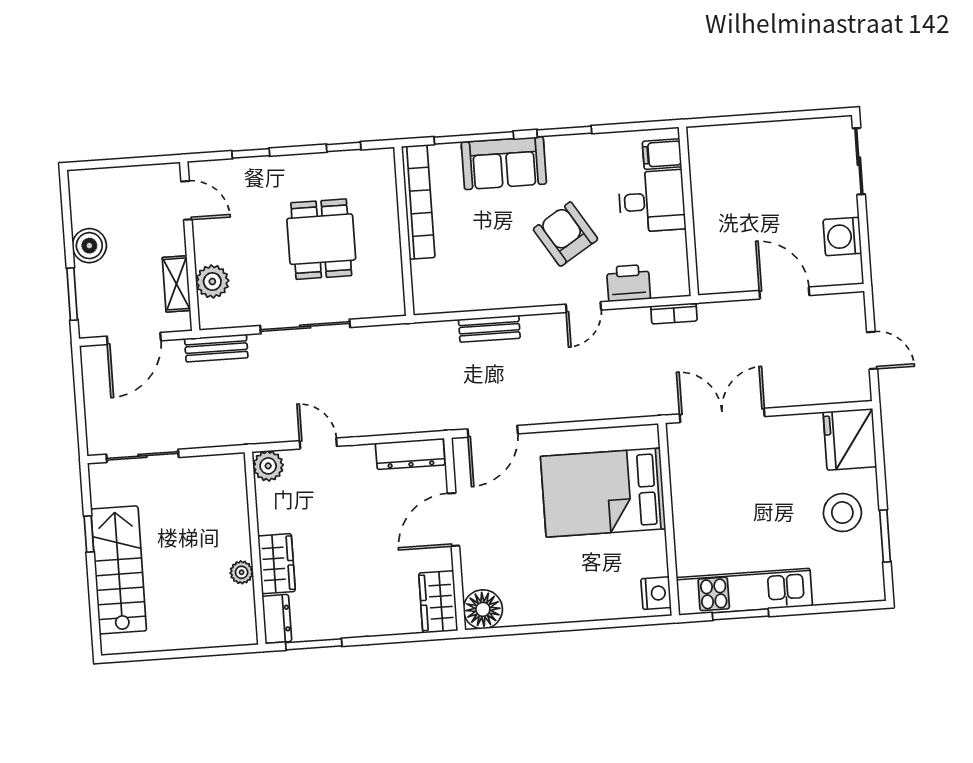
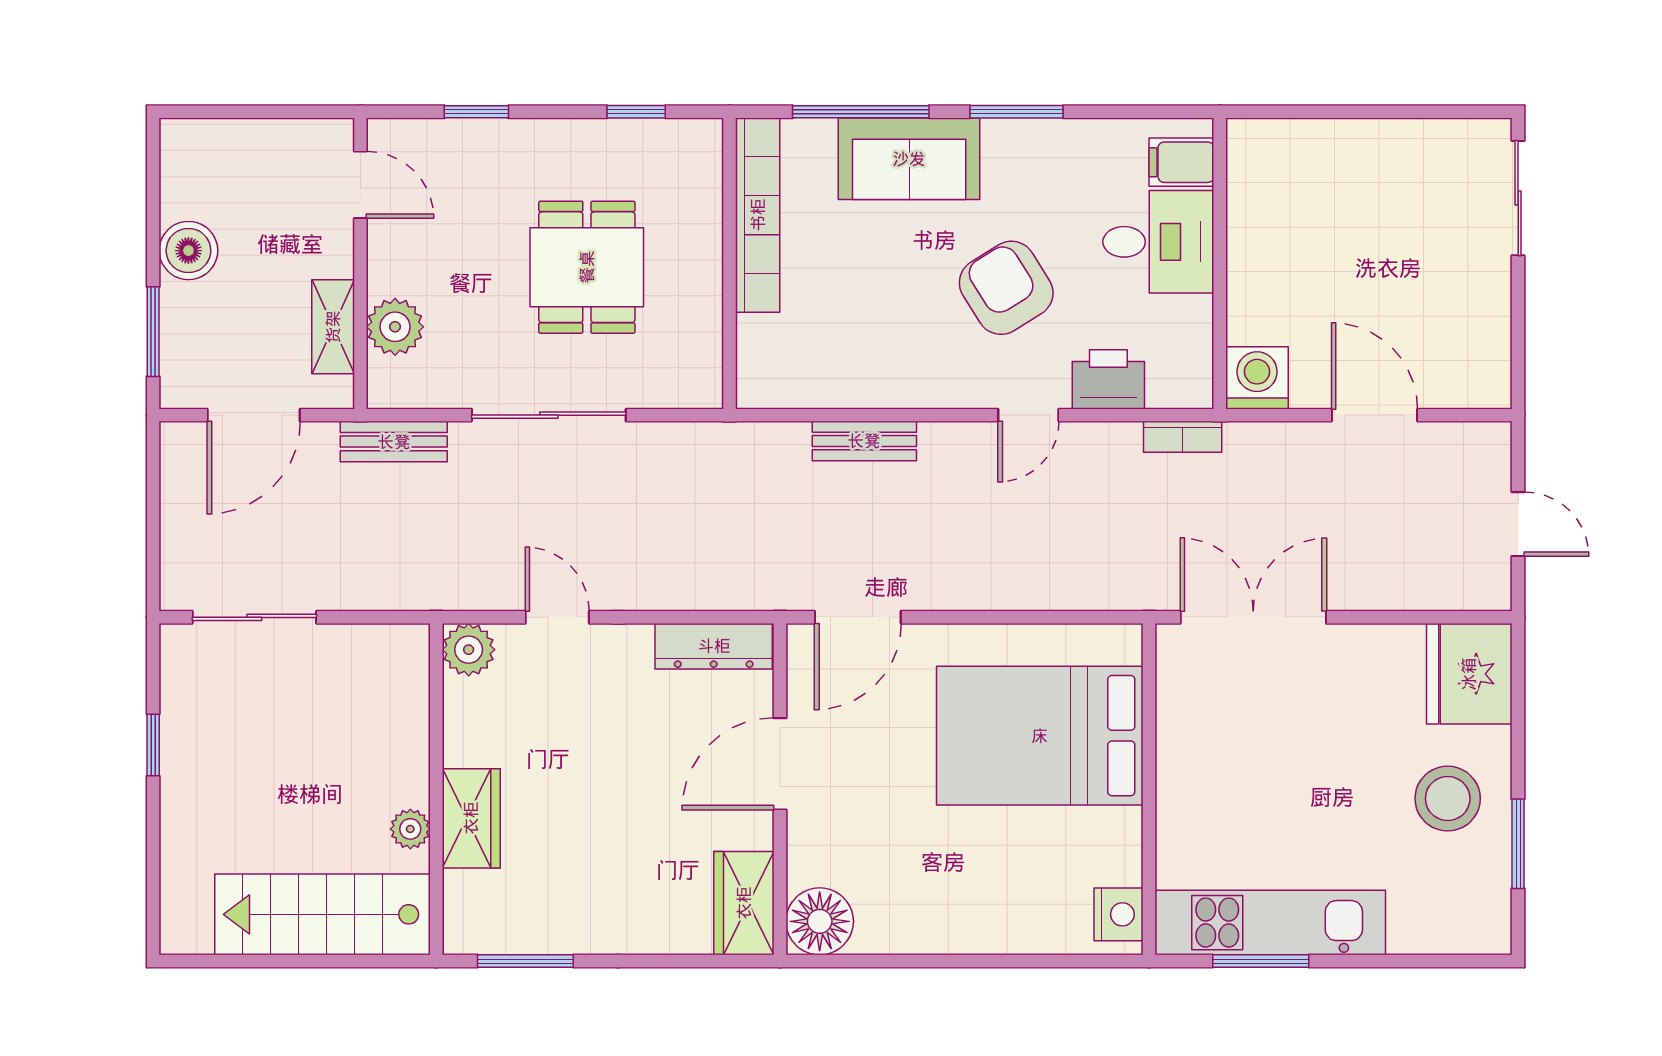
washing machine: (842, 236) -> (1257, 378), moved, turned 90
stairs: (119, 570) -> (323, 914), moved, turned -90
dresser: (277, 619) -> (465, 913), removed

